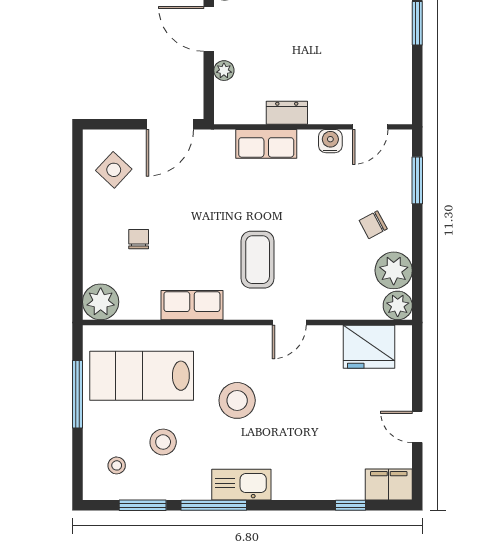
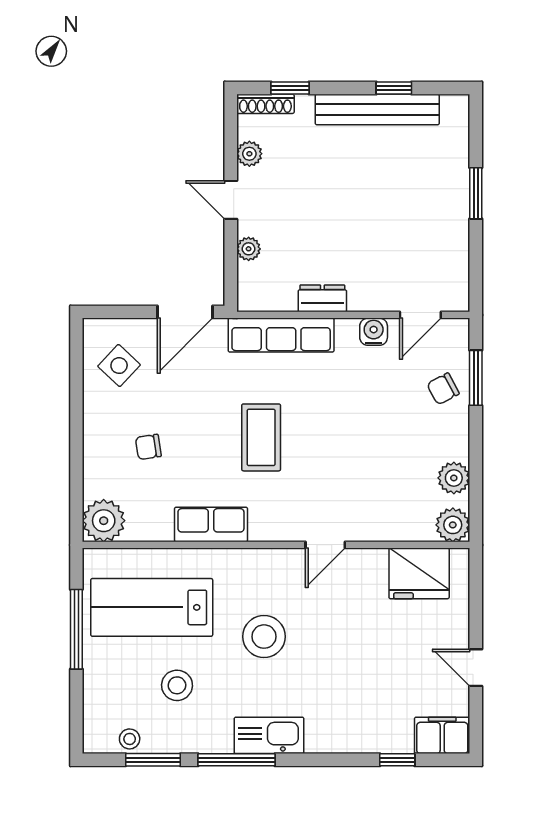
door: (209, 29) -> (231, 200), width x0.73
row of seats: (266, 144) -> (281, 335), width x1.48
chair: (373, 225) -> (443, 389), moved
chair: (139, 239) -> (148, 447), turned -99
coffee table: (258, 260) -> (261, 437), moved
plant: (394, 270) -> (454, 478), width x0.73, depth x0.73
stool: (117, 465) -> (130, 739), moved

